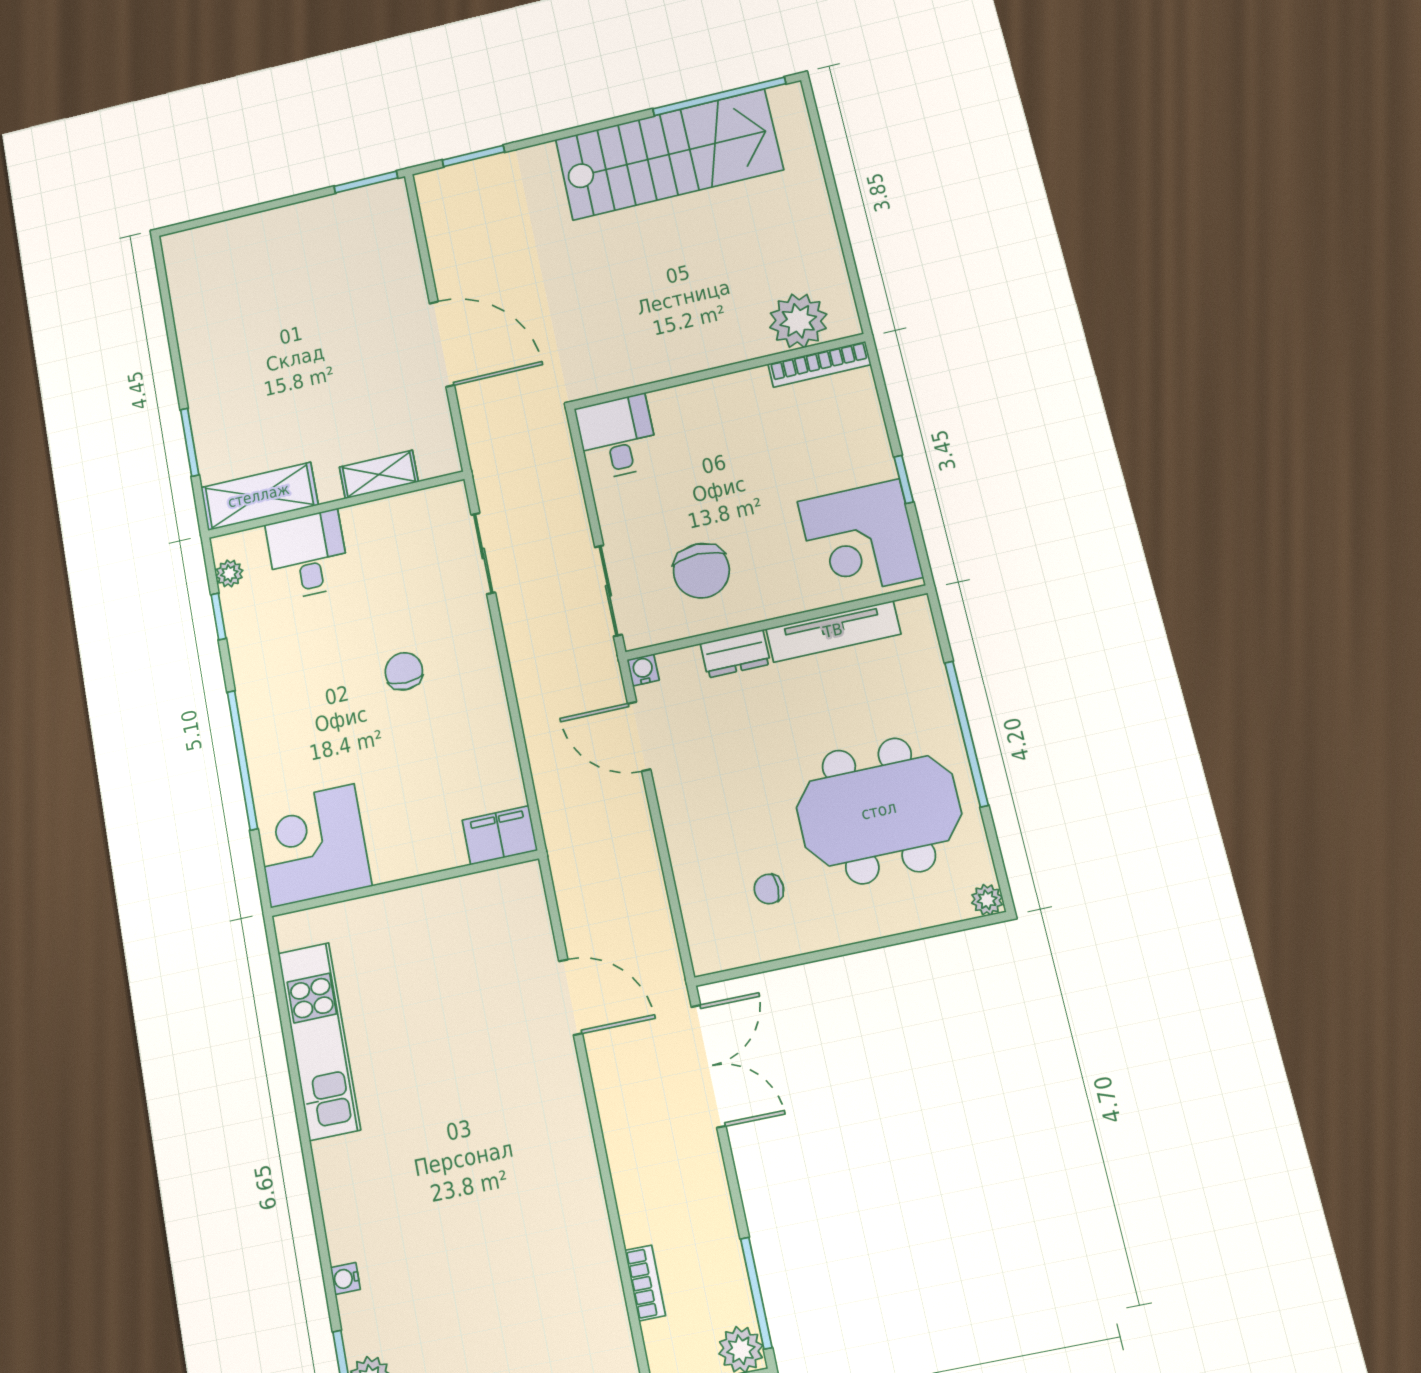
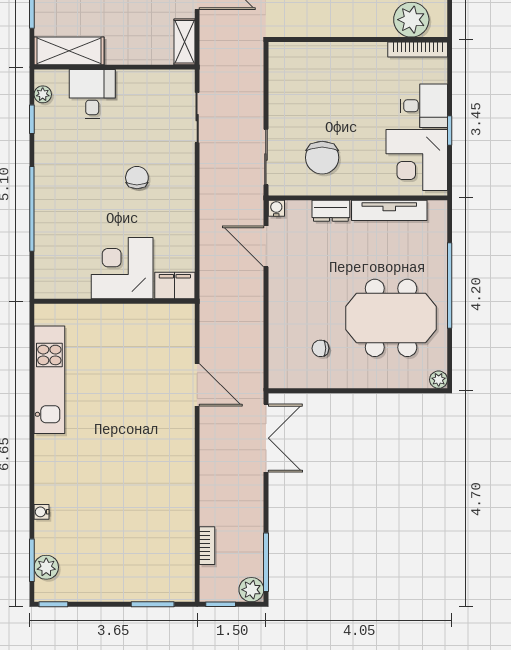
desk: (617, 437) -> (424, 106), moved, turned 90
shelving: (379, 474) -> (184, 42), moved, turned 90
corner desk: (313, 846) -> (122, 268), moved

